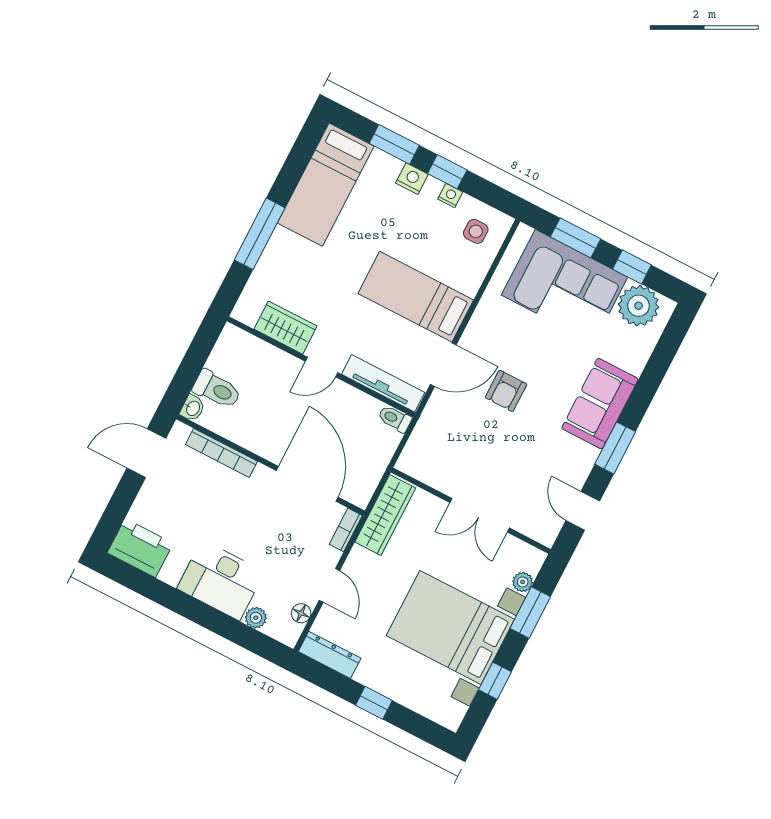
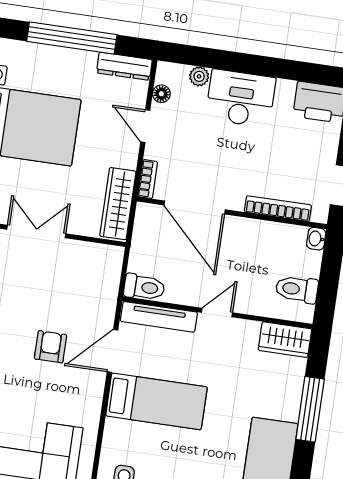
wardrobe: (285, 328) -> (285, 340), moved
toilet: (217, 389) -> (297, 289), moved
toilet: (395, 419) -> (144, 287), width x1.37, depth x1.39
window: (374, 703) -> (72, 38), width x3.17

